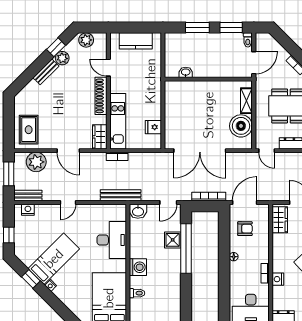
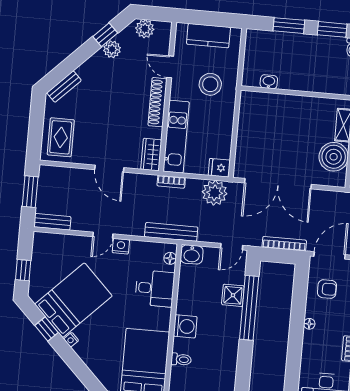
bench: (46, 72) -> (64, 87), moved
stool: (141, 78) -> (210, 84), added
fridge: (153, 127) -> (219, 168), moved
plant: (36, 162) -> (215, 193), moved
nightstand: (28, 210) -> (121, 246), moved
floor lamp: (122, 216) -> (170, 258), added
desk: (112, 240) -> (155, 288), width x0.73
bed: (54, 259) -> (73, 300), width x1.50

